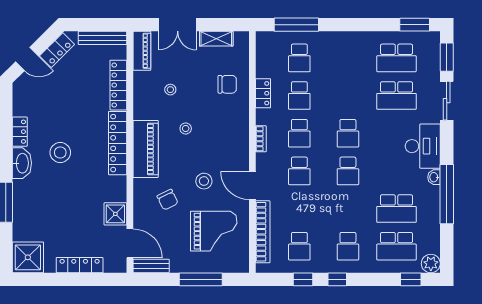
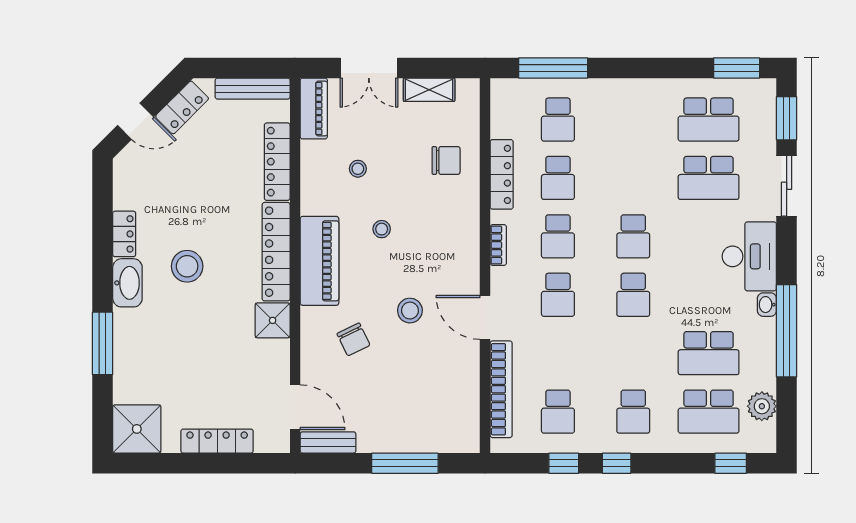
locker: (263, 93) -> (502, 174), width x1.53
shower: (115, 214) -> (273, 320), moved
grand piano: (214, 231) -> (425, 388), removed
plant: (431, 264) -> (762, 406), moved

